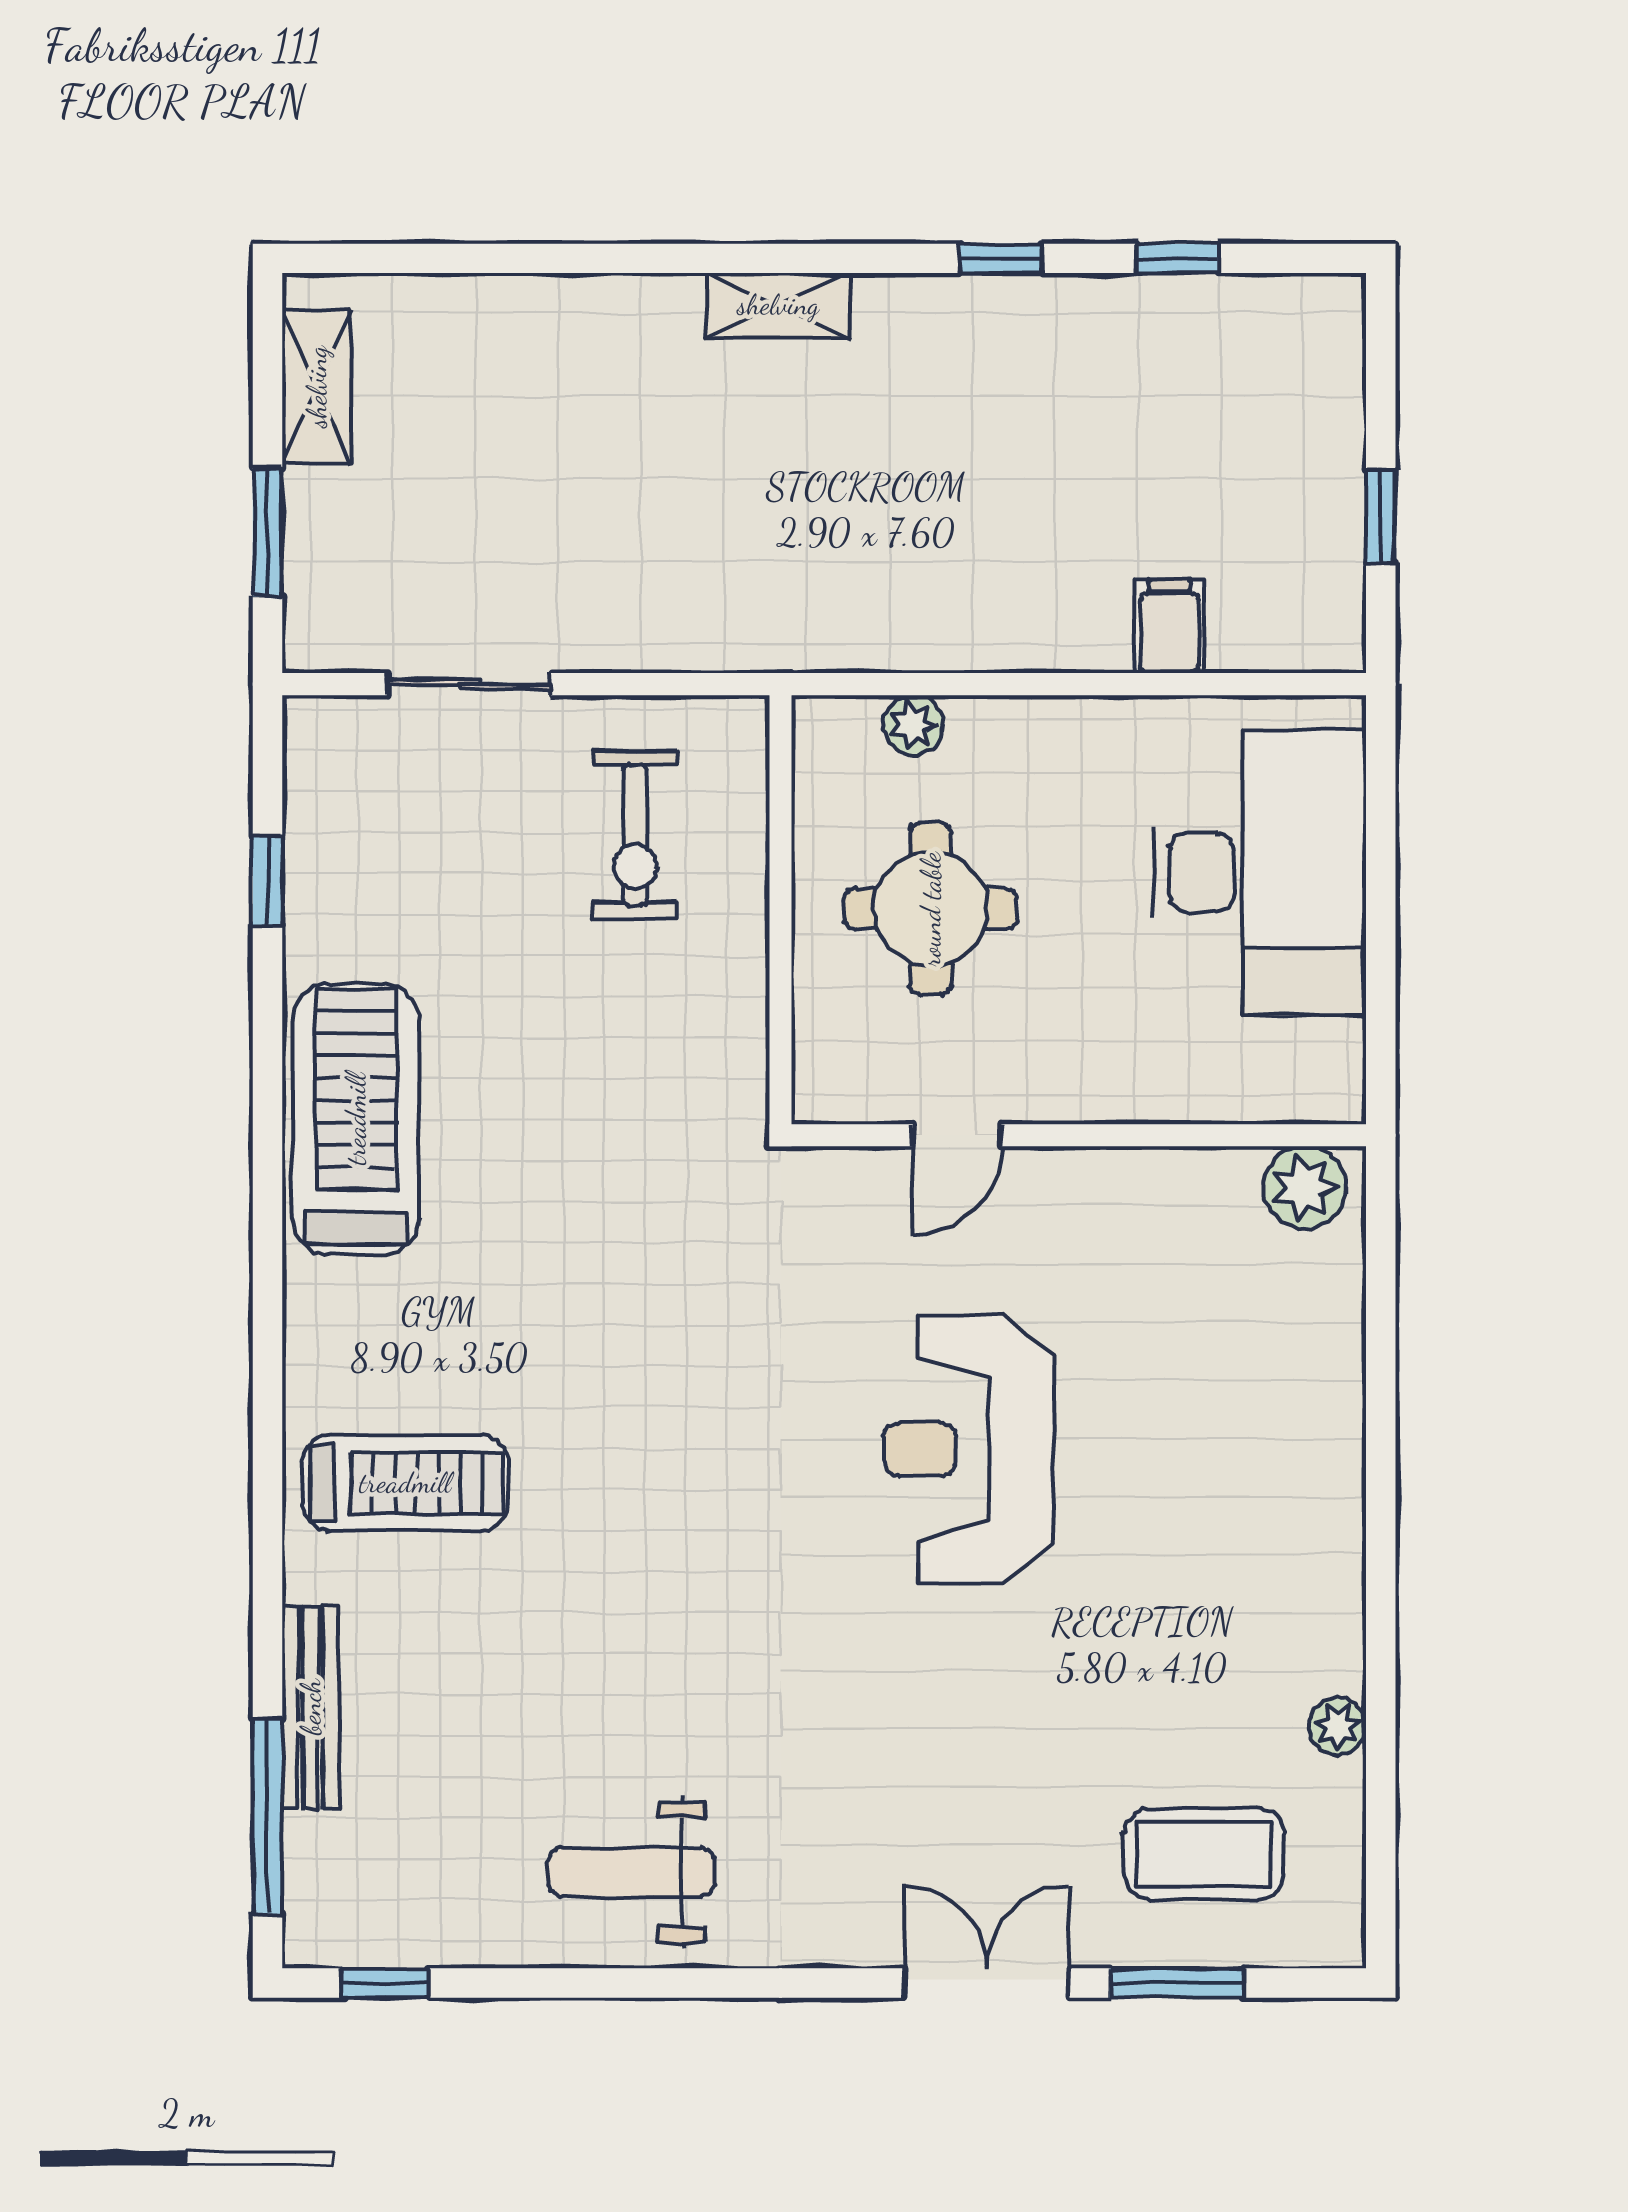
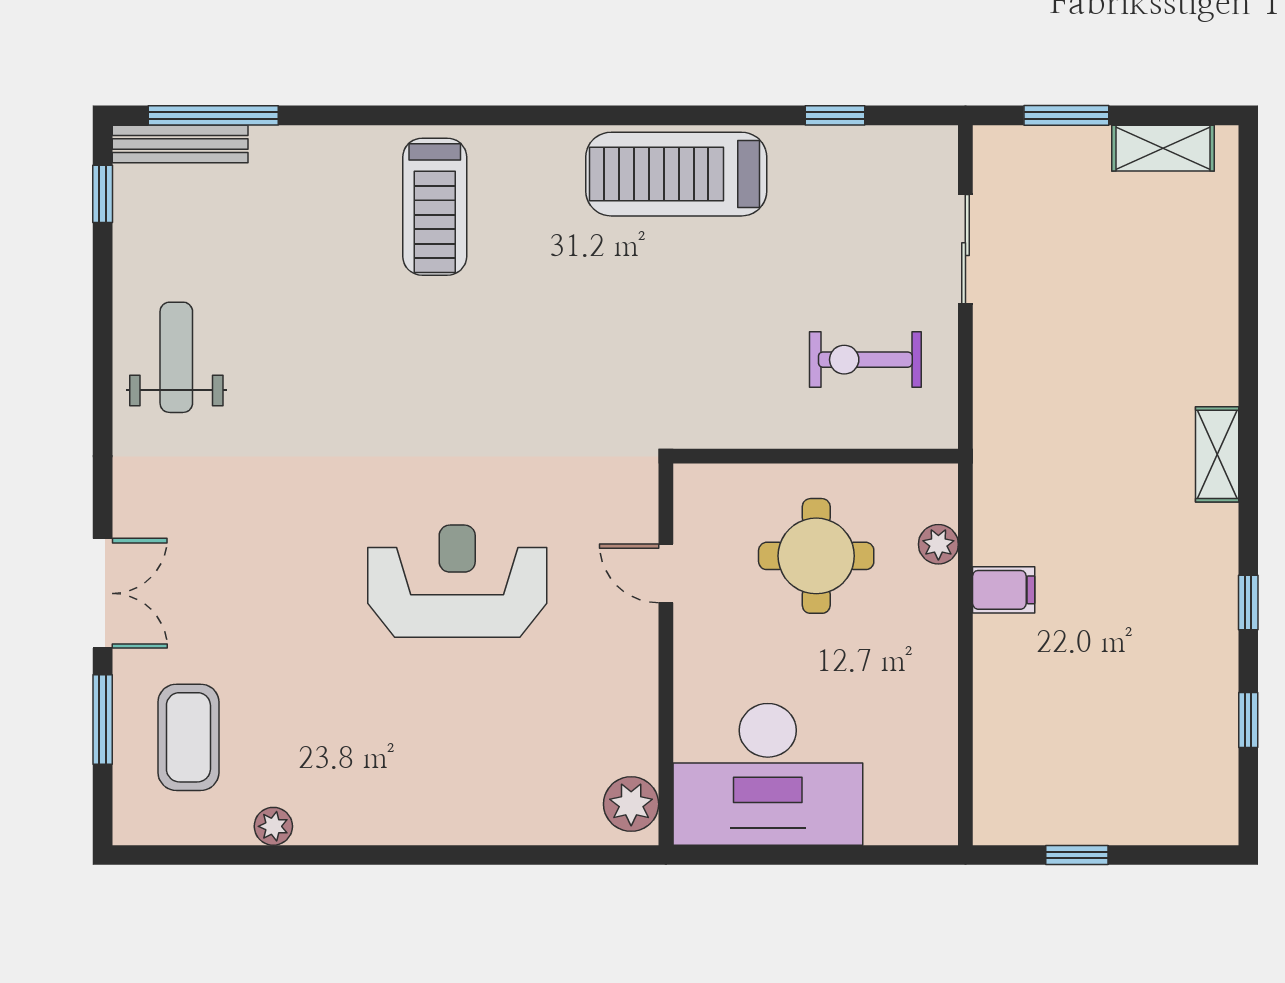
filing cabinet: (1169, 627) -> (1004, 590), moved
desk: (1259, 873) -> (768, 774), moved
treadmill: (356, 1119) -> (676, 174), turned 180
bench: (311, 1707) -> (180, 144), moved

